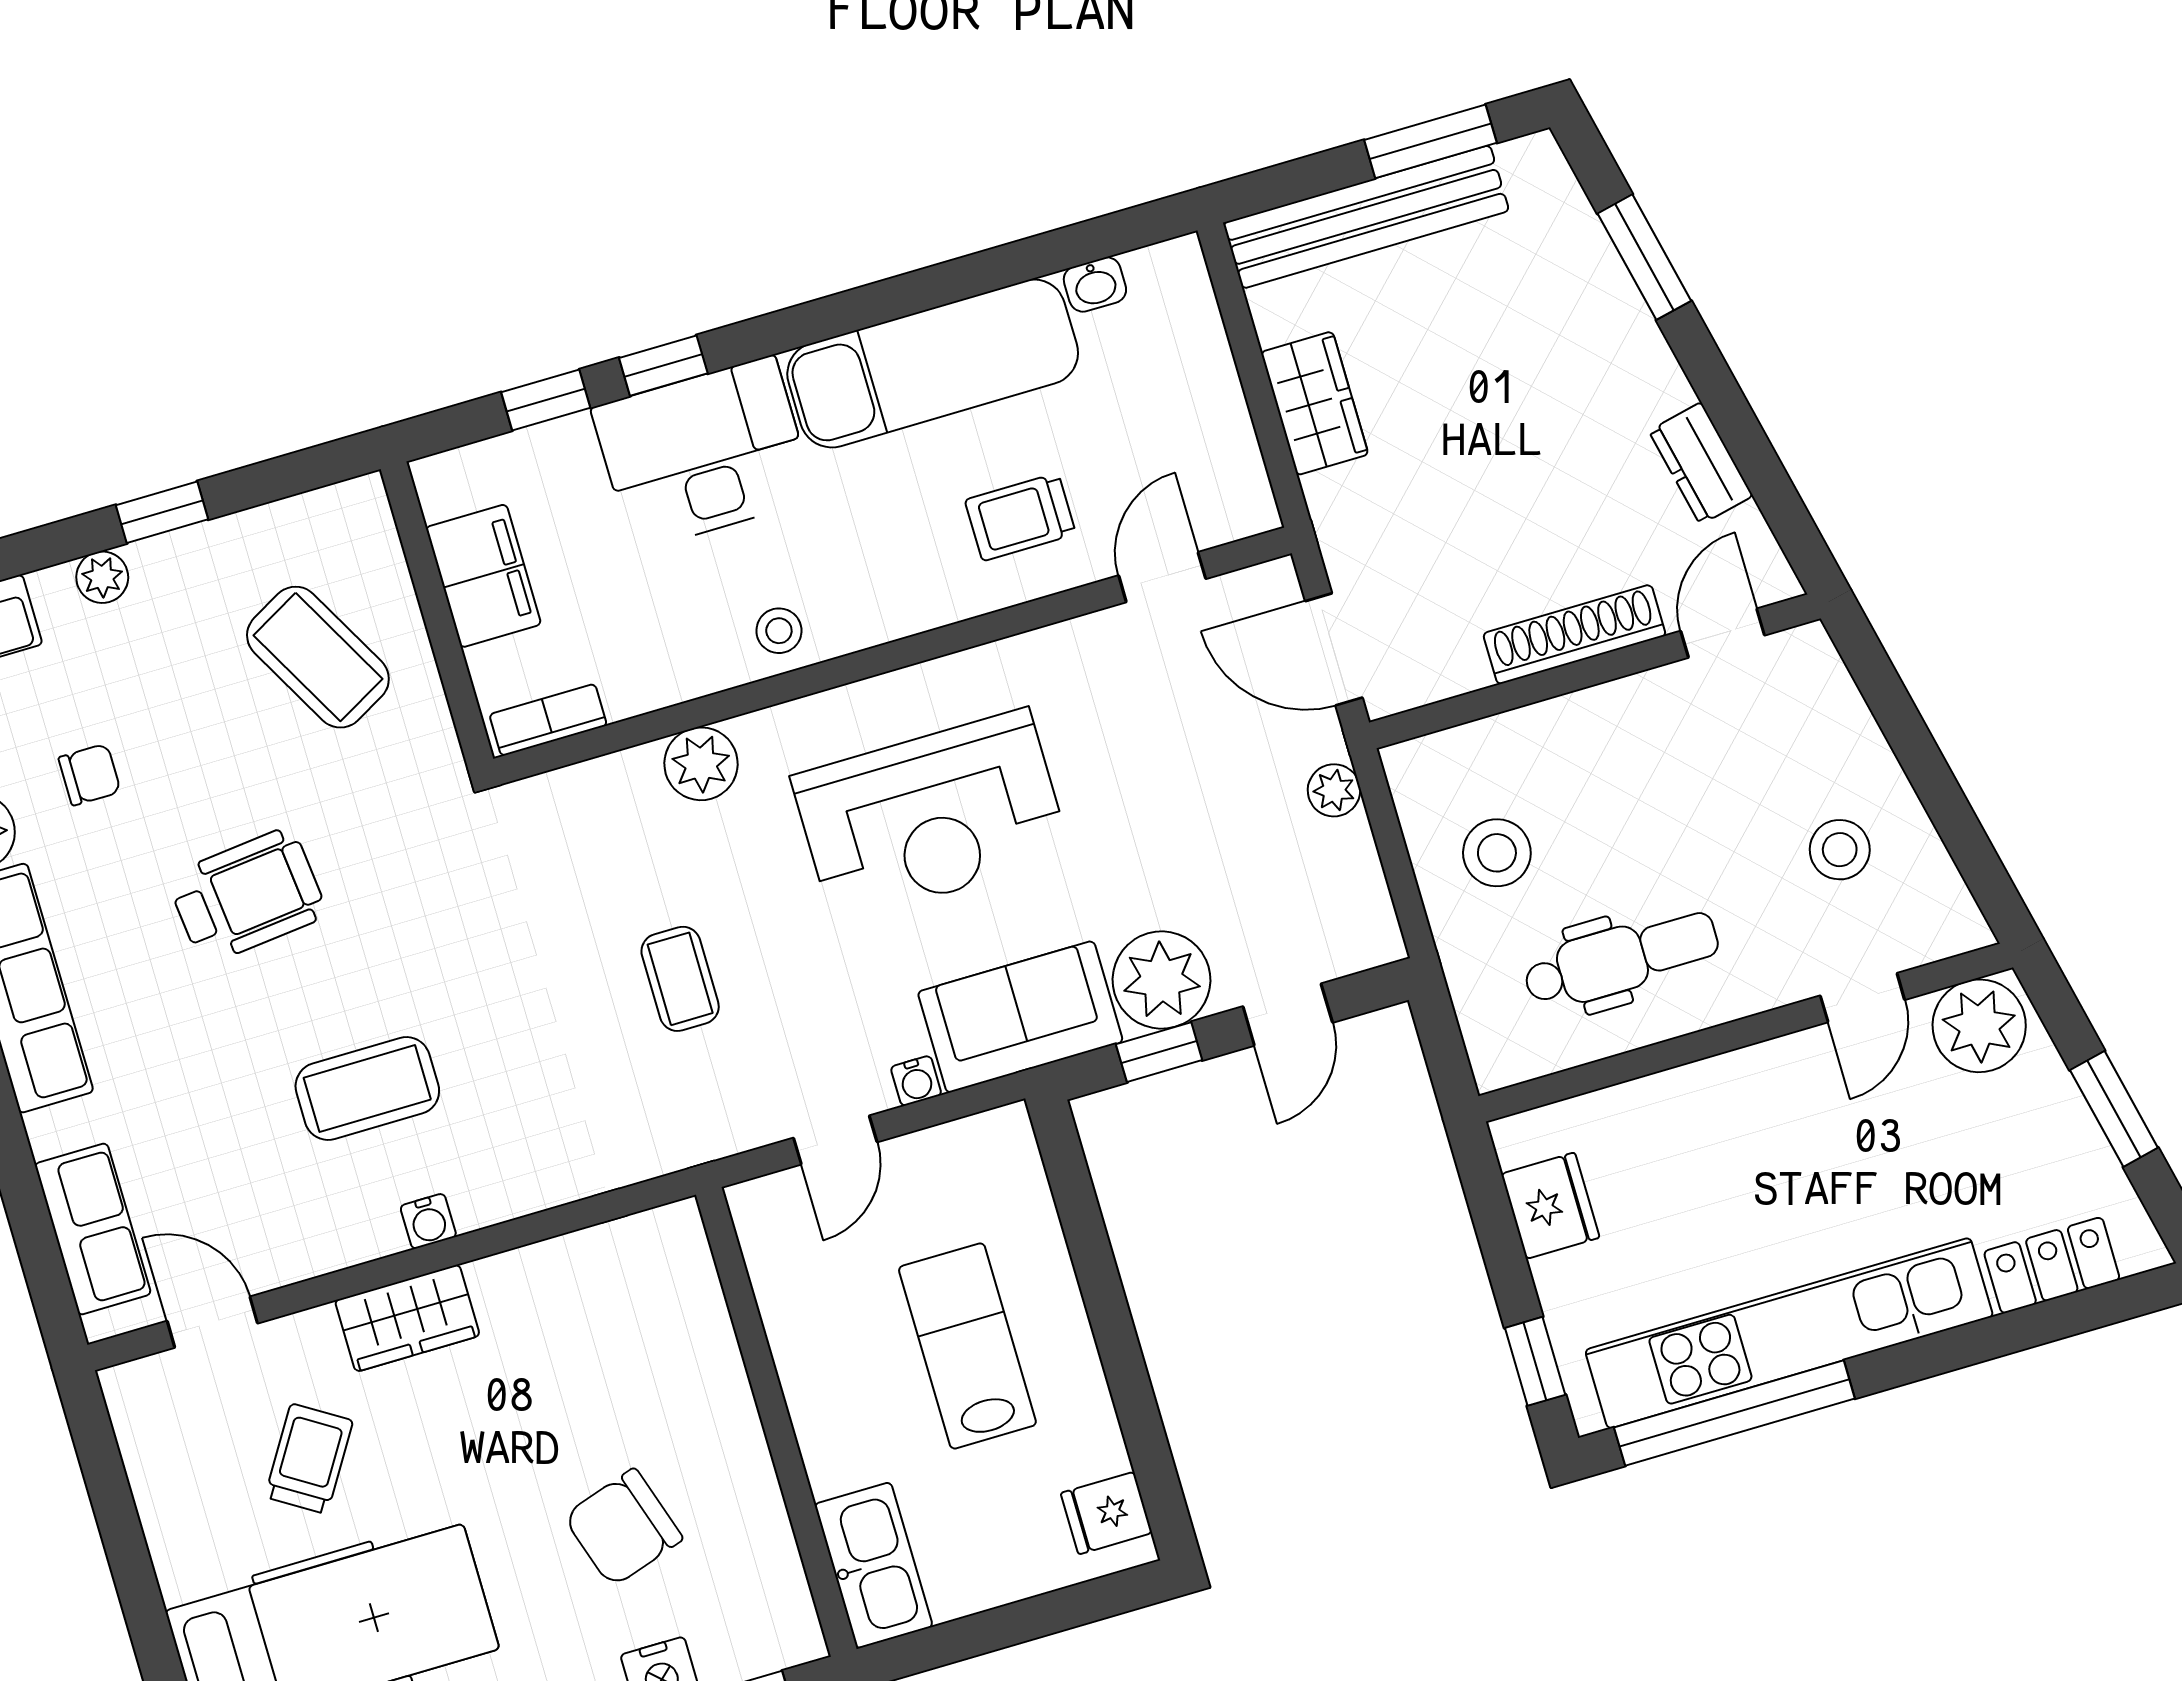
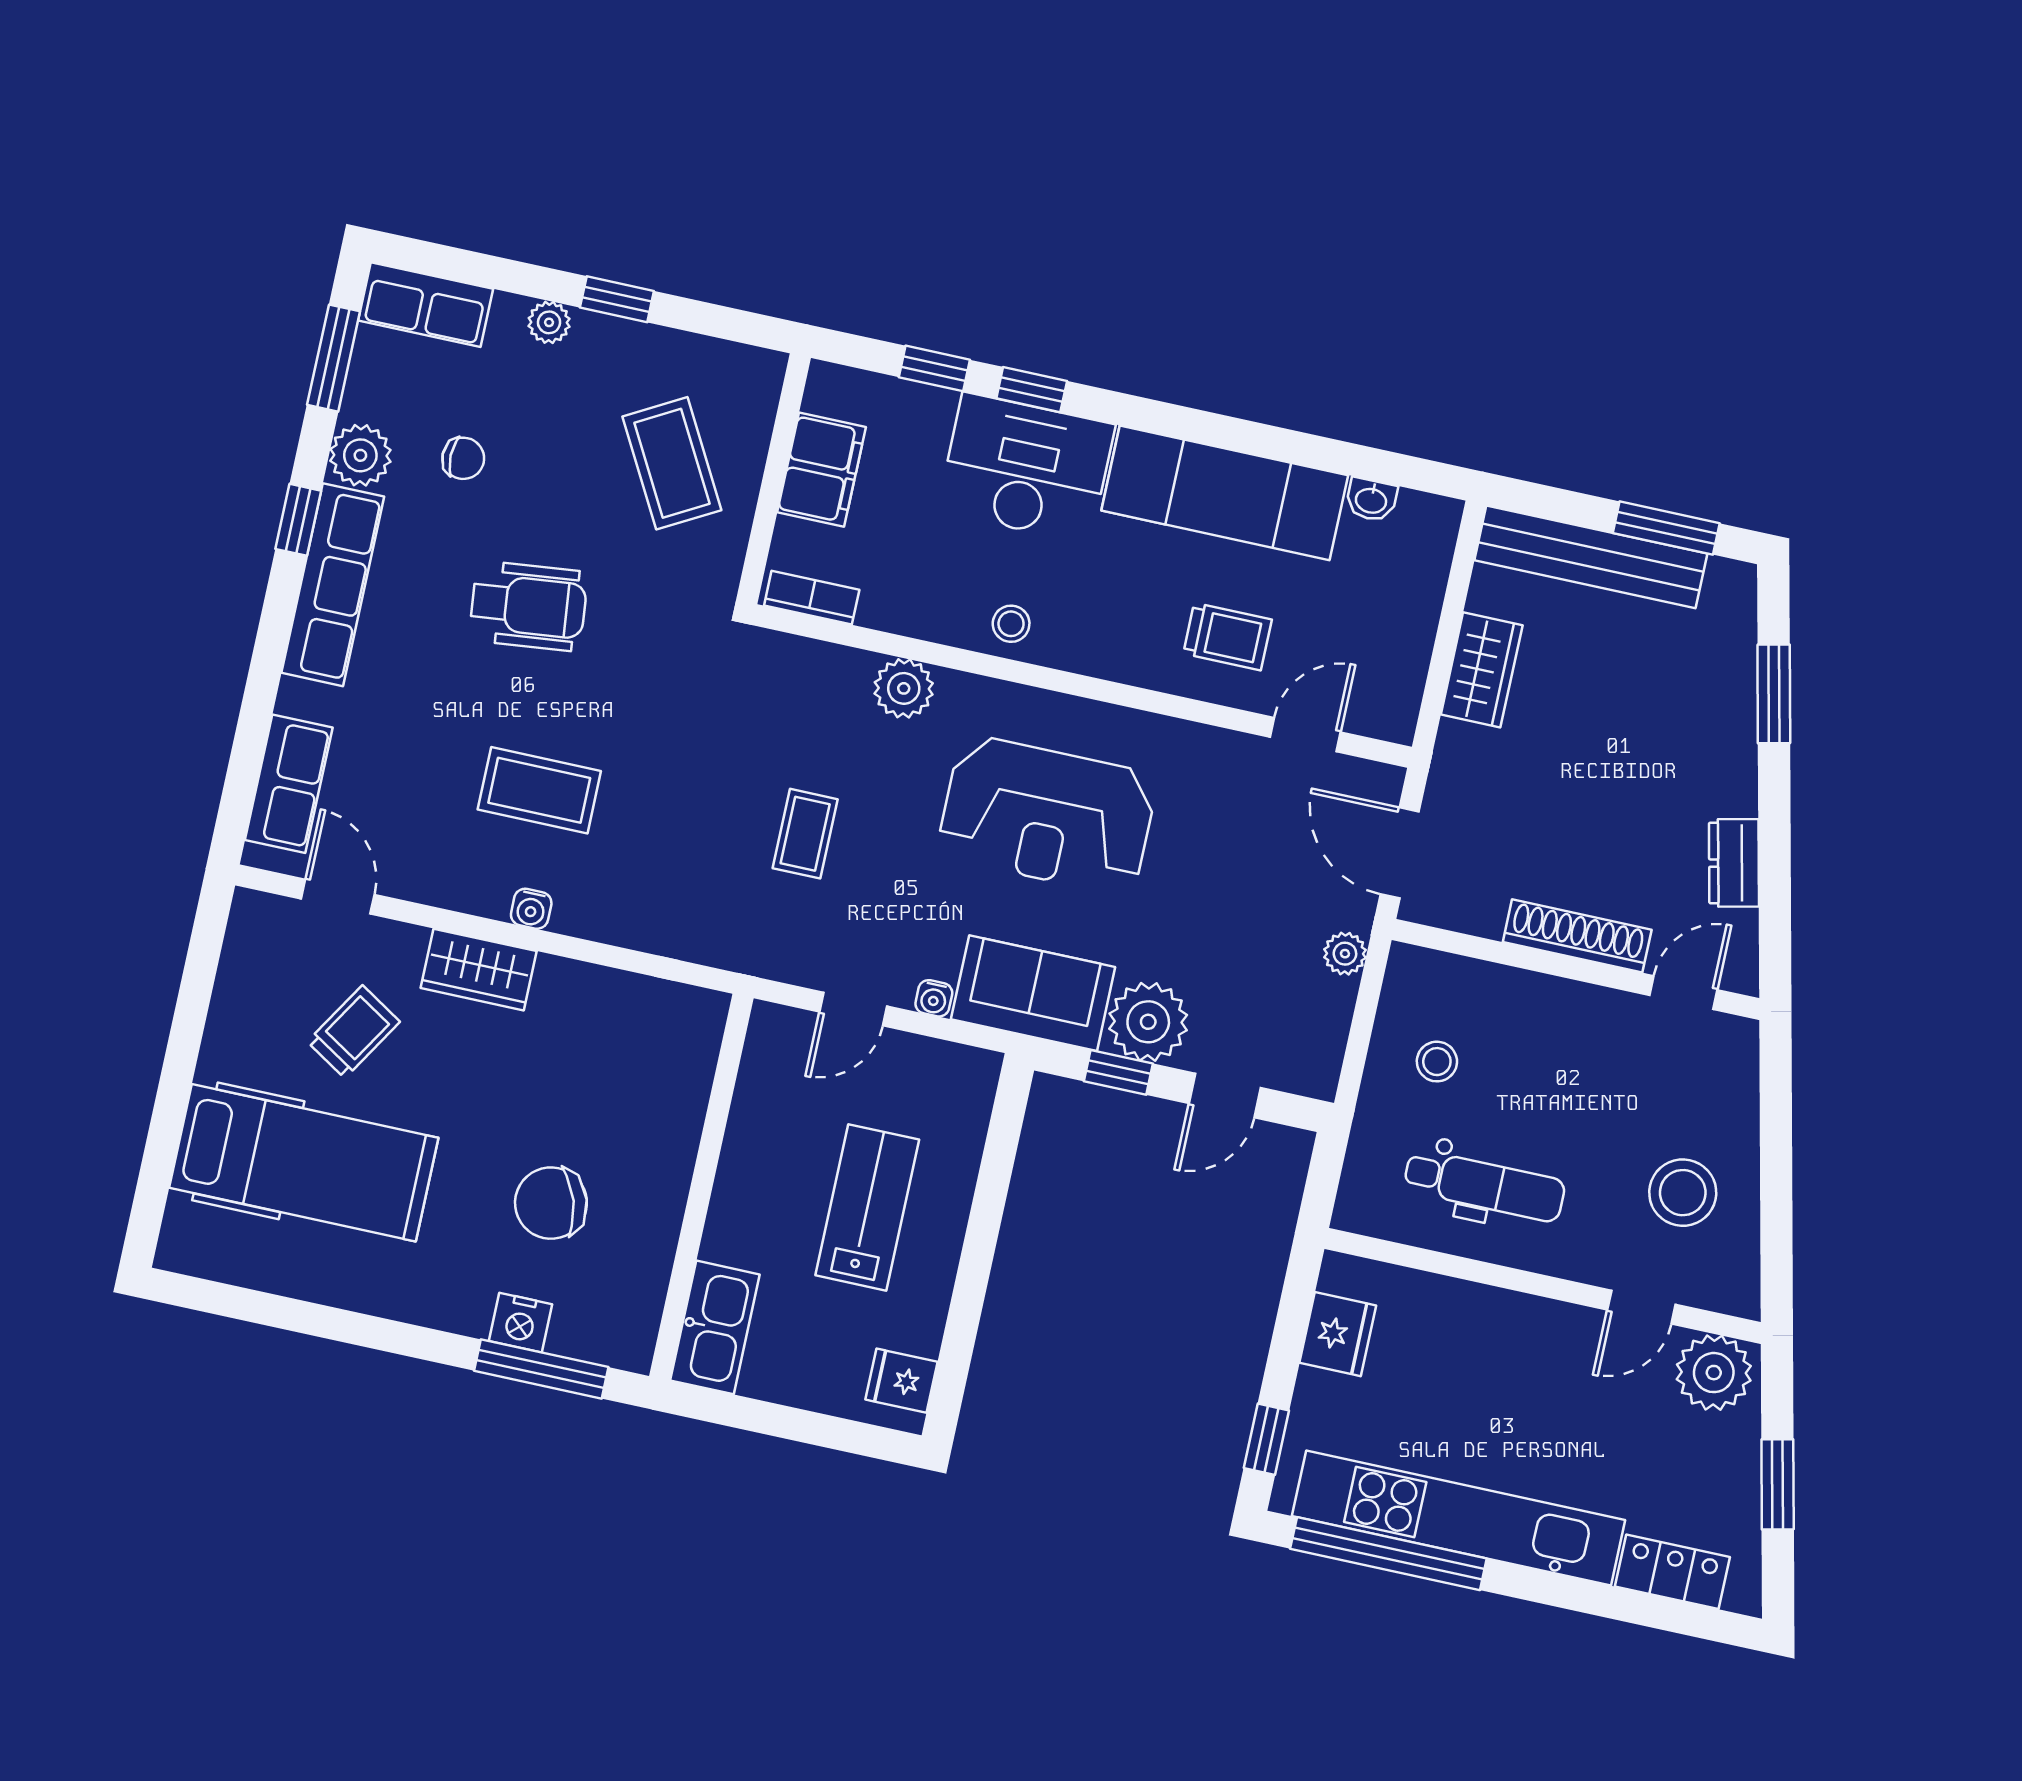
trolley: (1020, 517) -> (1227, 637), turned 180
stool: (1840, 850) -> (1683, 1193), width x1.38, depth x1.38
stool: (1497, 853) -> (1437, 1062), width x0.73, depth x0.73

